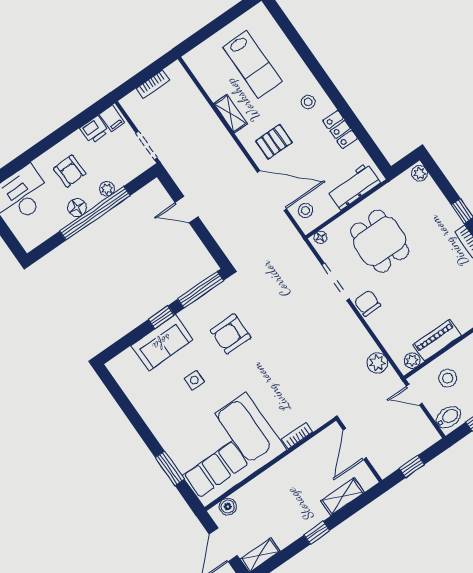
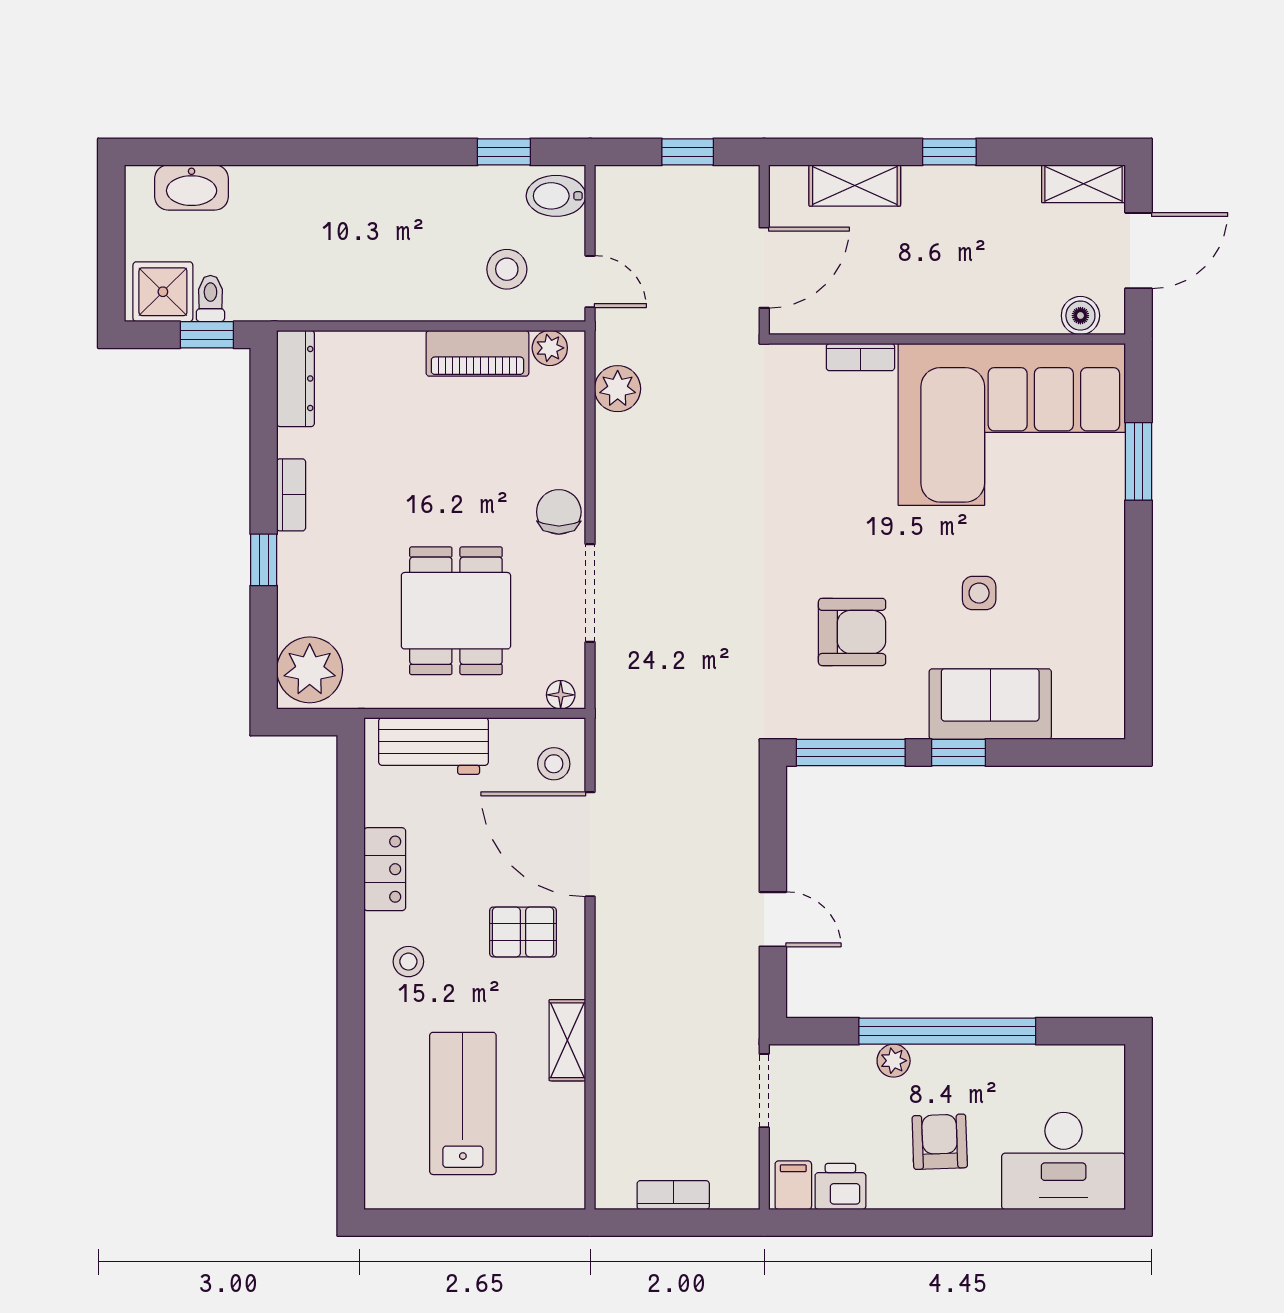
plant: (419, 173) -> (310, 670), width x1.88, depth x1.88
floor lamp: (77, 207) -> (973, 1065), removed
chair: (367, 303) -> (559, 512), turned 180

